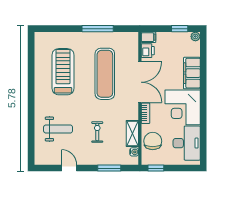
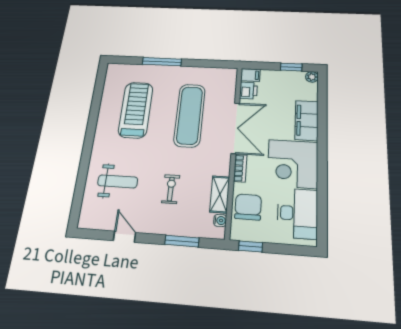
window: (98, 29) -> (162, 62), moved

